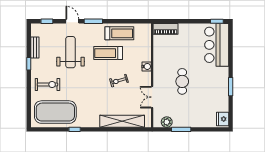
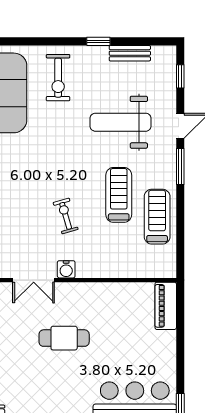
treadmill: (119, 33) -> (157, 217), turned 180
weight bench: (71, 52) -> (121, 122), turned 180
water cooler: (147, 66) -> (66, 269), moved
double door: (152, 97) -> (34, 280), swing flipped

